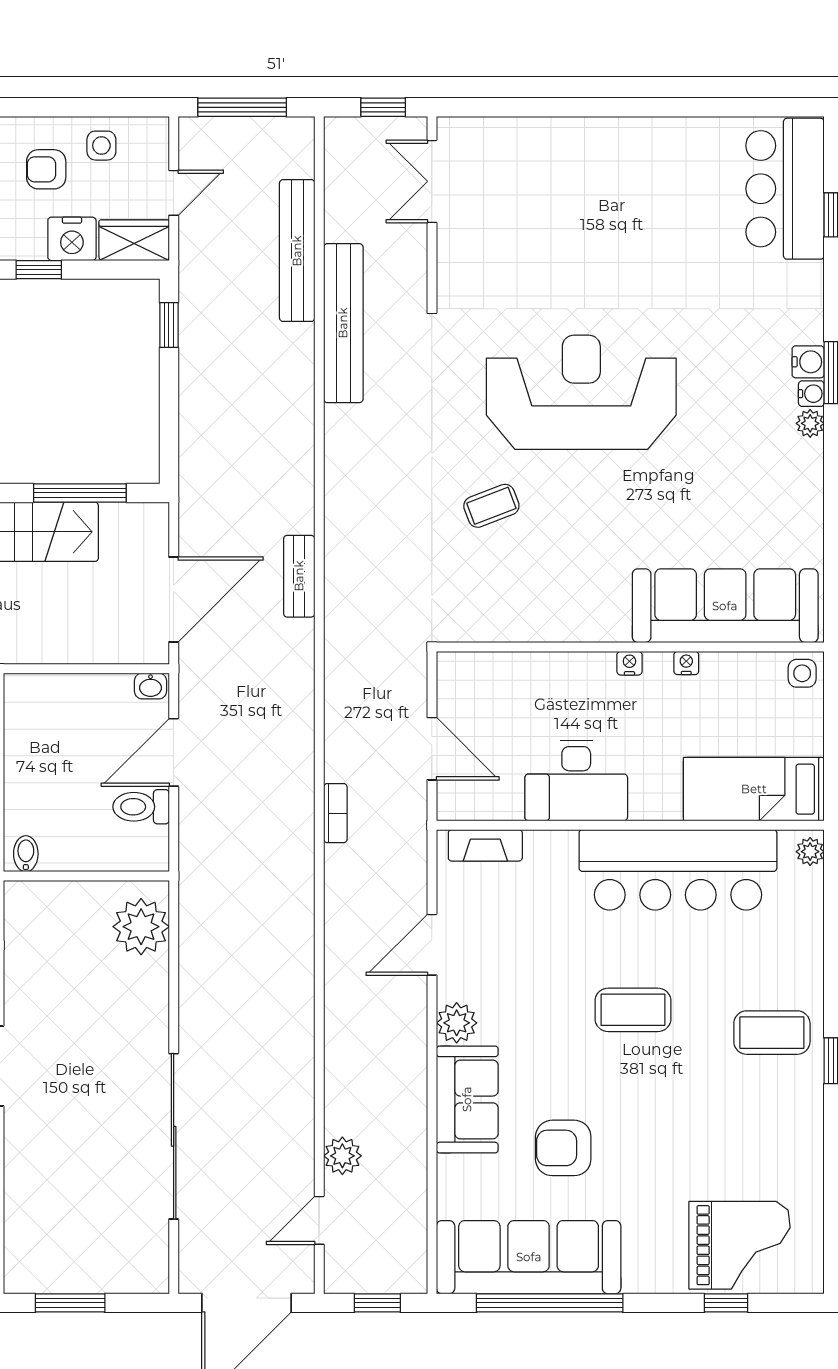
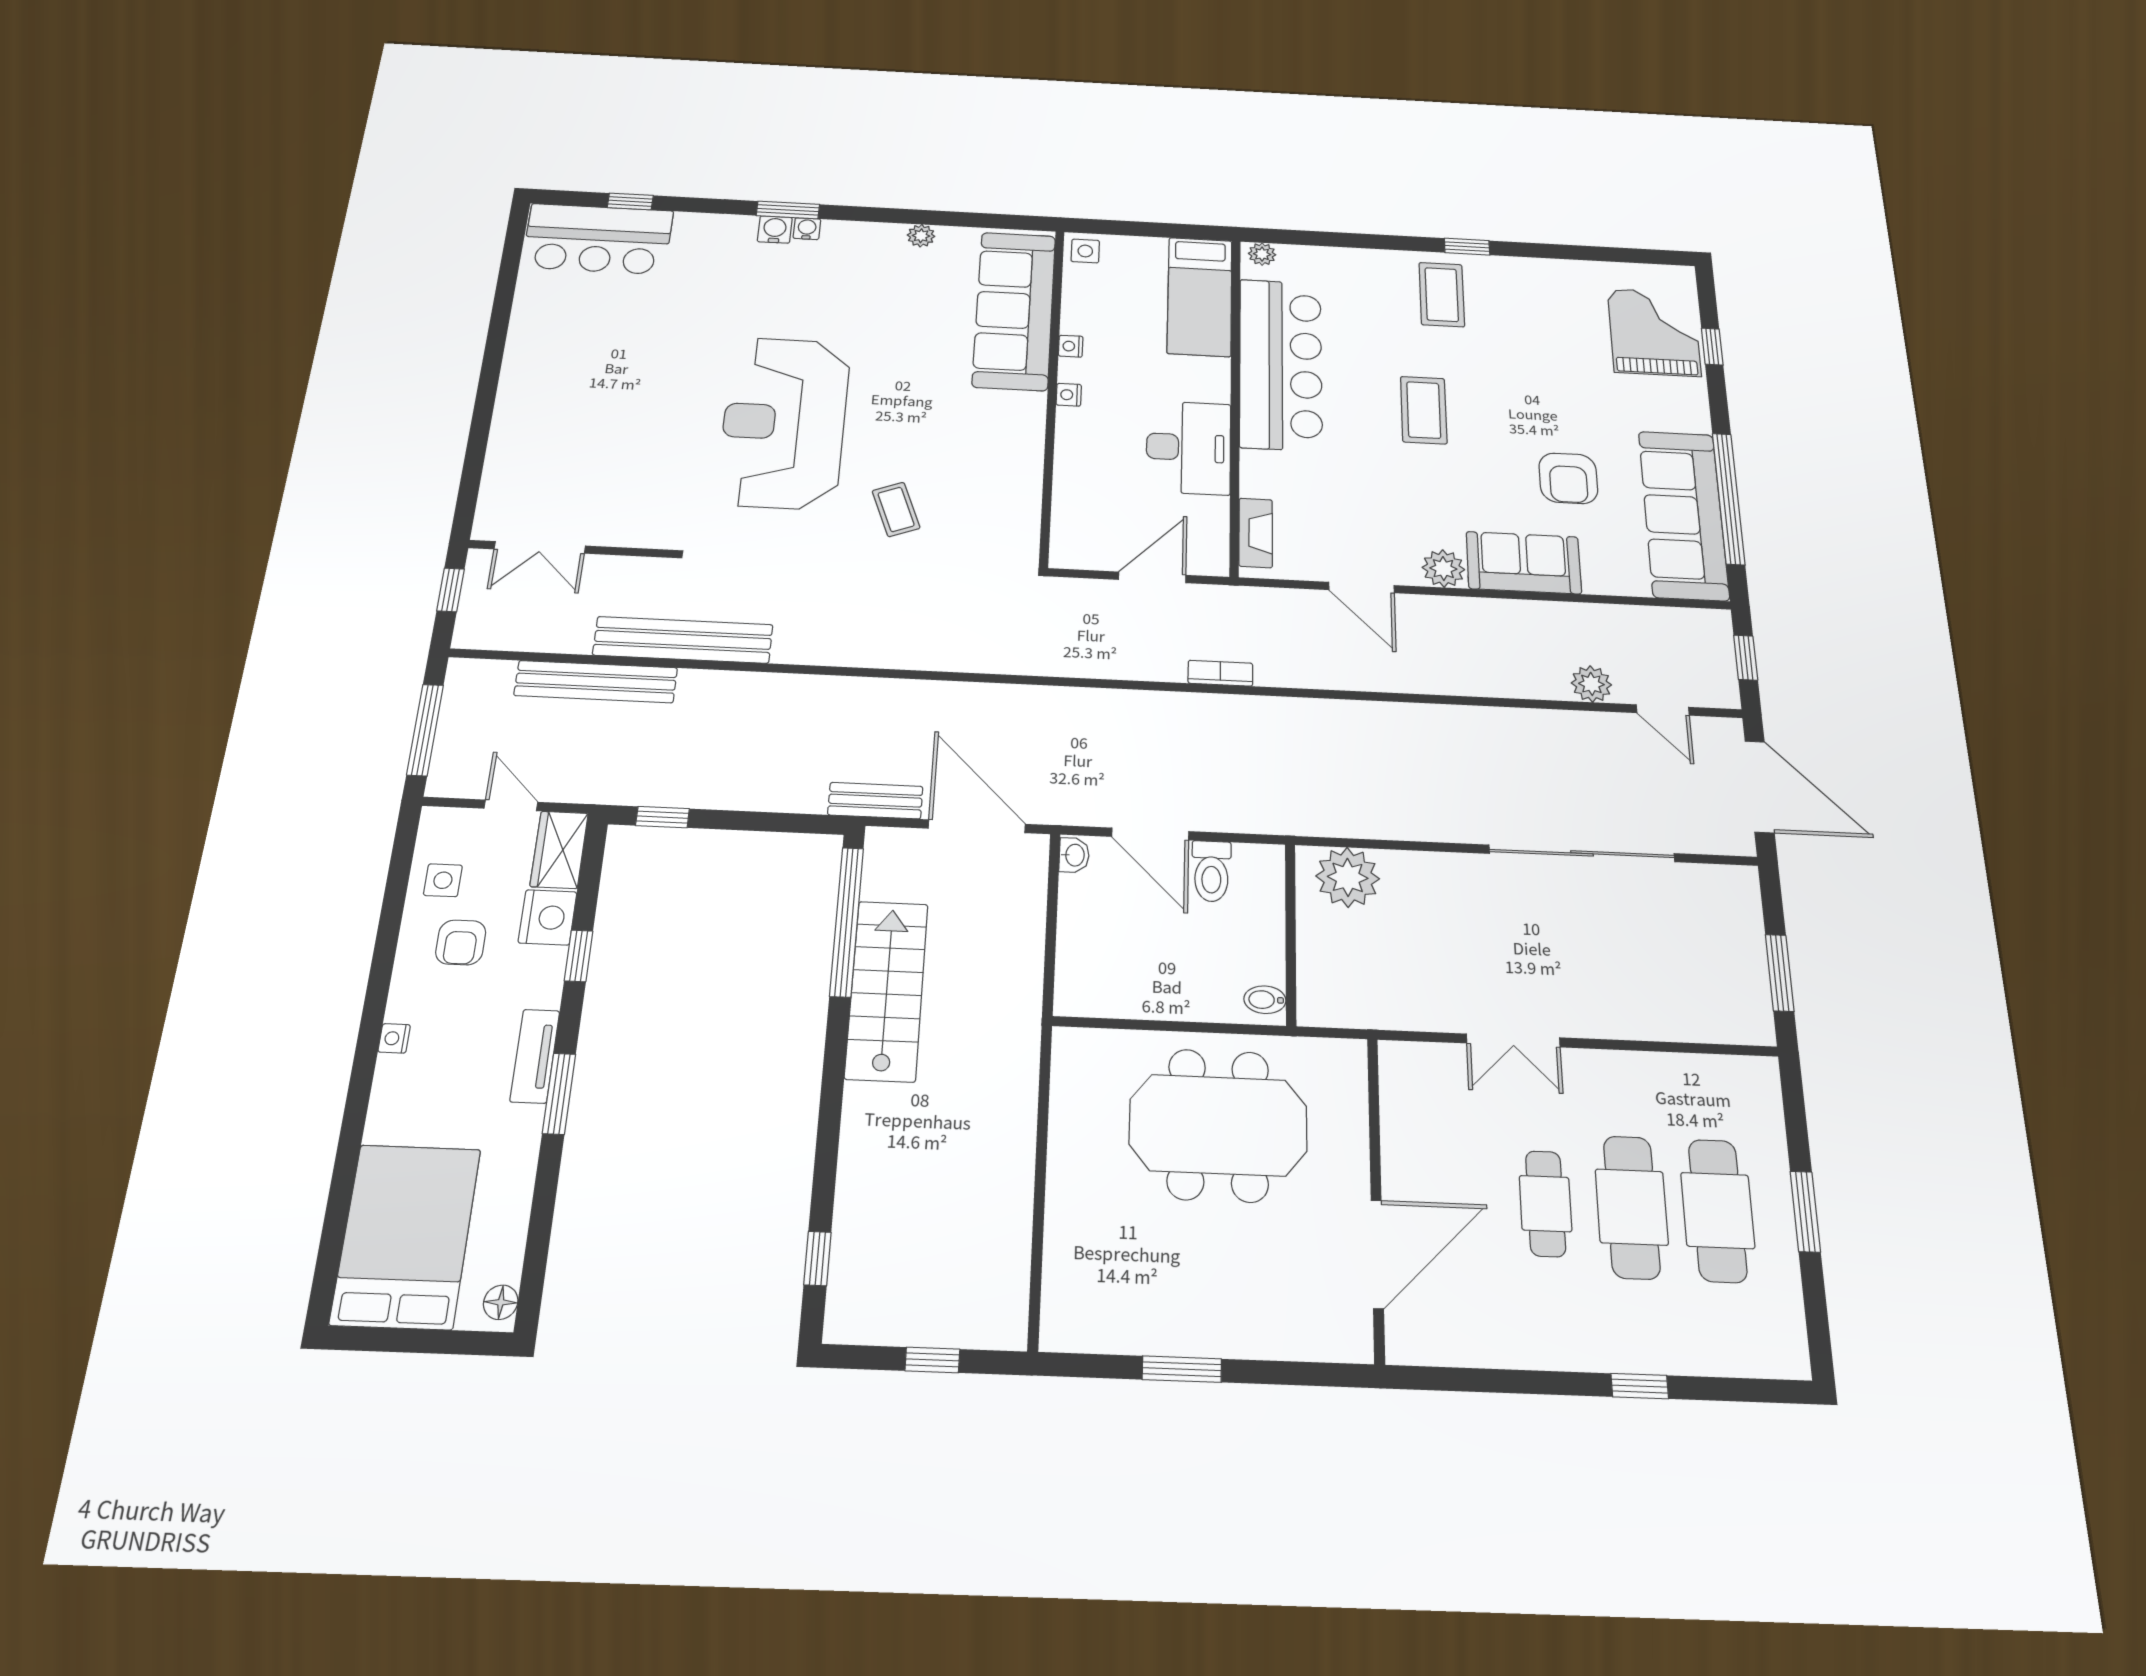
plant: (810, 423) -> (921, 236), moved
window: (80, 493) -> (847, 922), width x1.46
bench: (299, 576) -> (875, 801), moved

